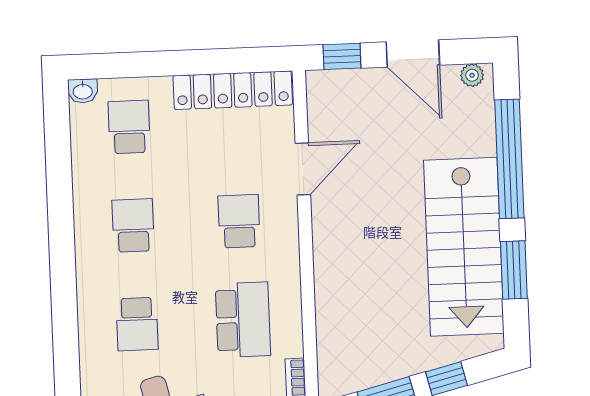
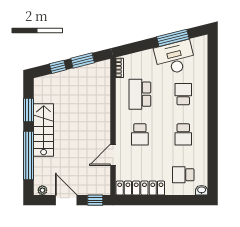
school desk: (129, 127) -> (183, 175), turned 90
stairs: (464, 247) -> (44, 130), width x0.73, depth x0.66

